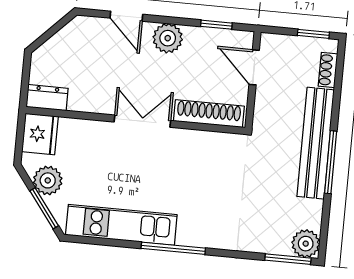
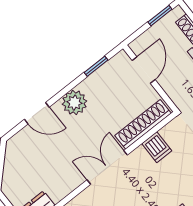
door: (254, 67) -> (144, 70), swing flipped
dishwasher: (202, 145) -> (157, 147), added

